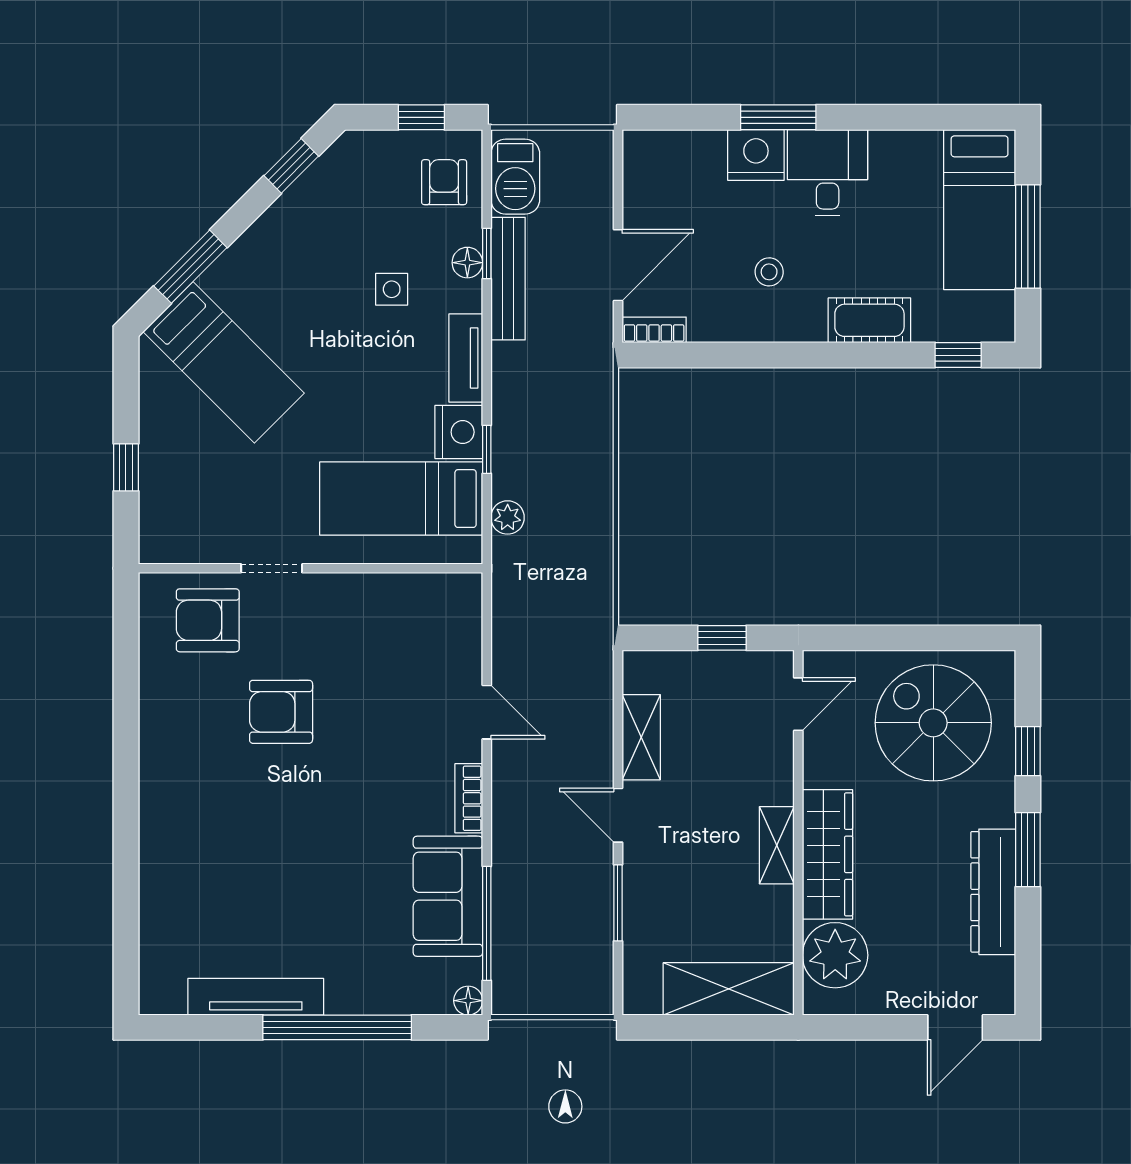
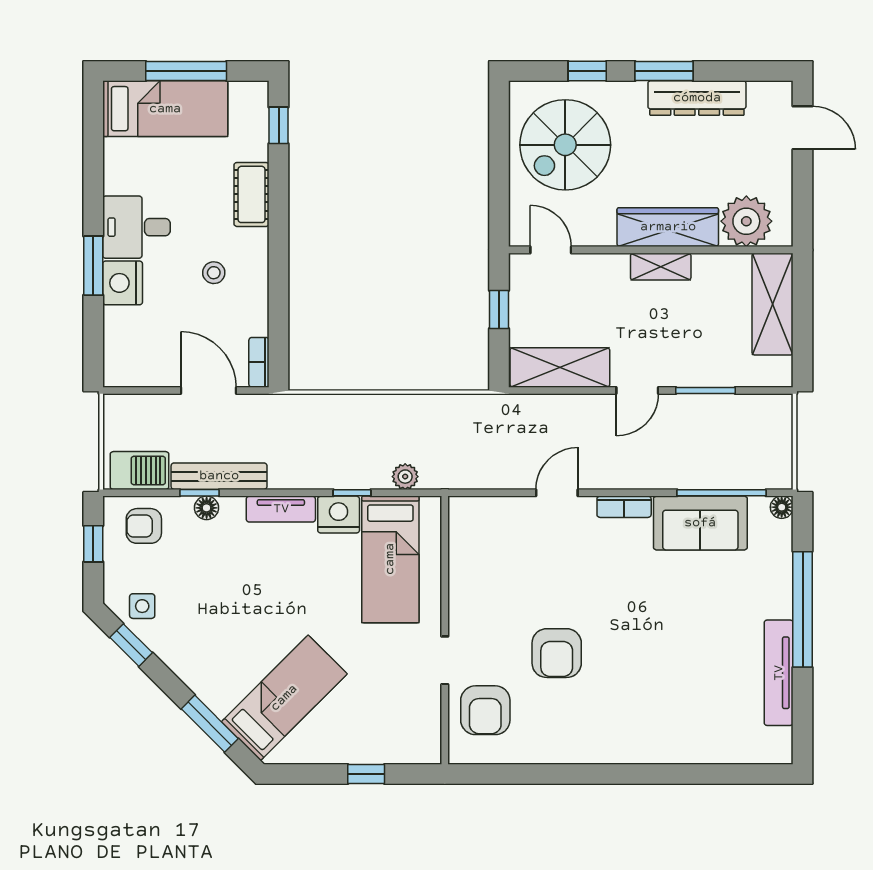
side table: (392, 289) -> (142, 606), moved
shelving: (641, 737) -> (560, 367), width x1.50, depth x1.33

